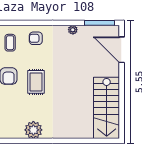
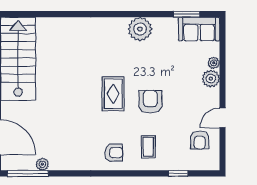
plant: (73, 30) -> (42, 164), moved
plant: (33, 130) -> (140, 29), moved

